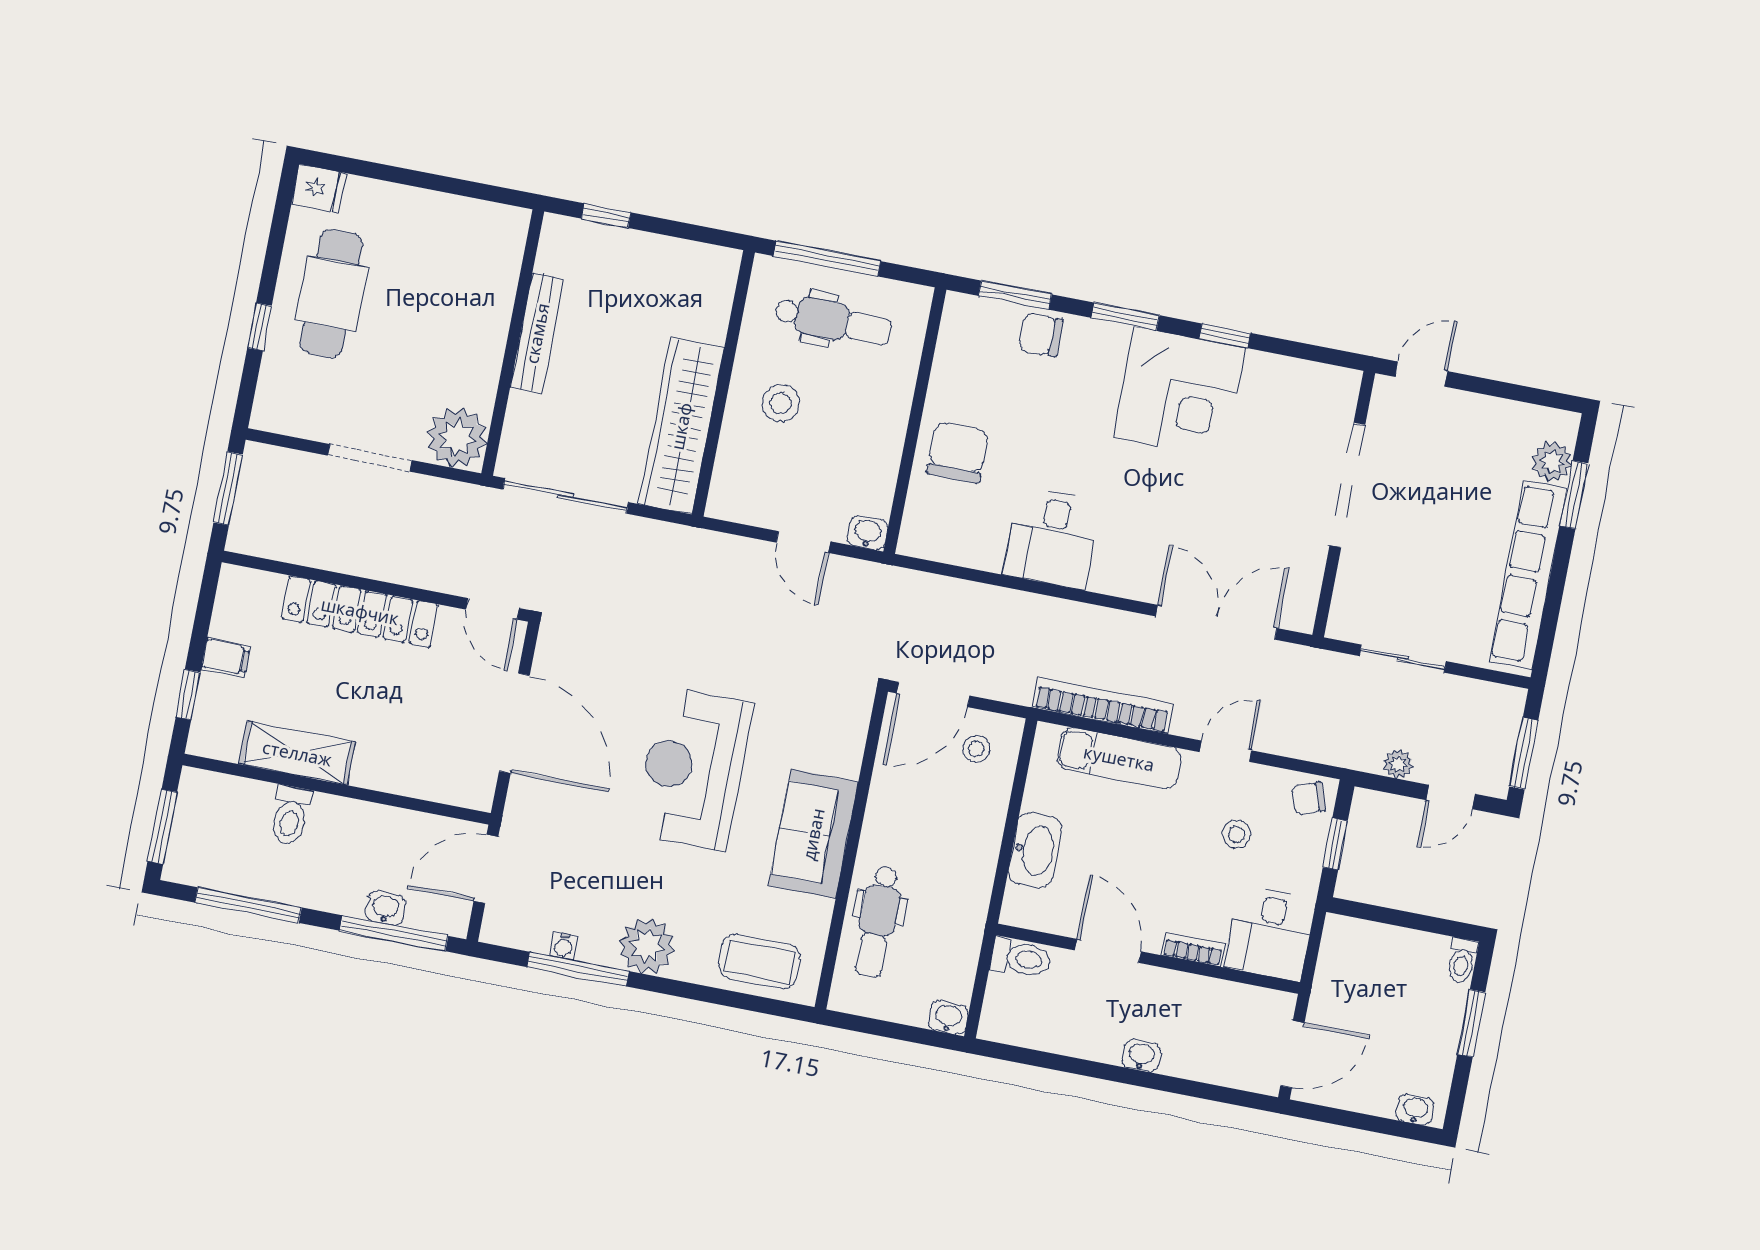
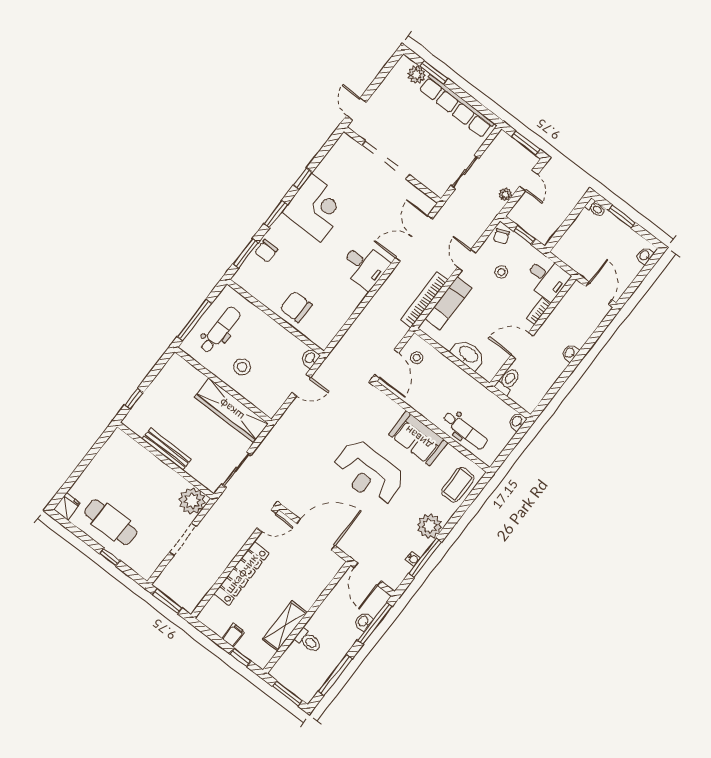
sliding door: (566, 496) -> (236, 470), width x0.73
desk: (1052, 538) -> (364, 266), moved

